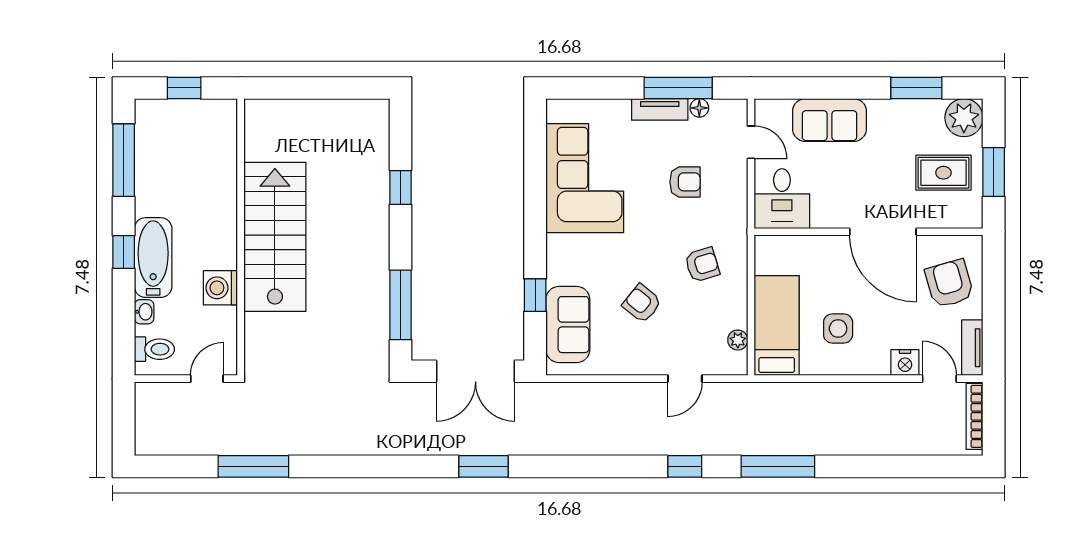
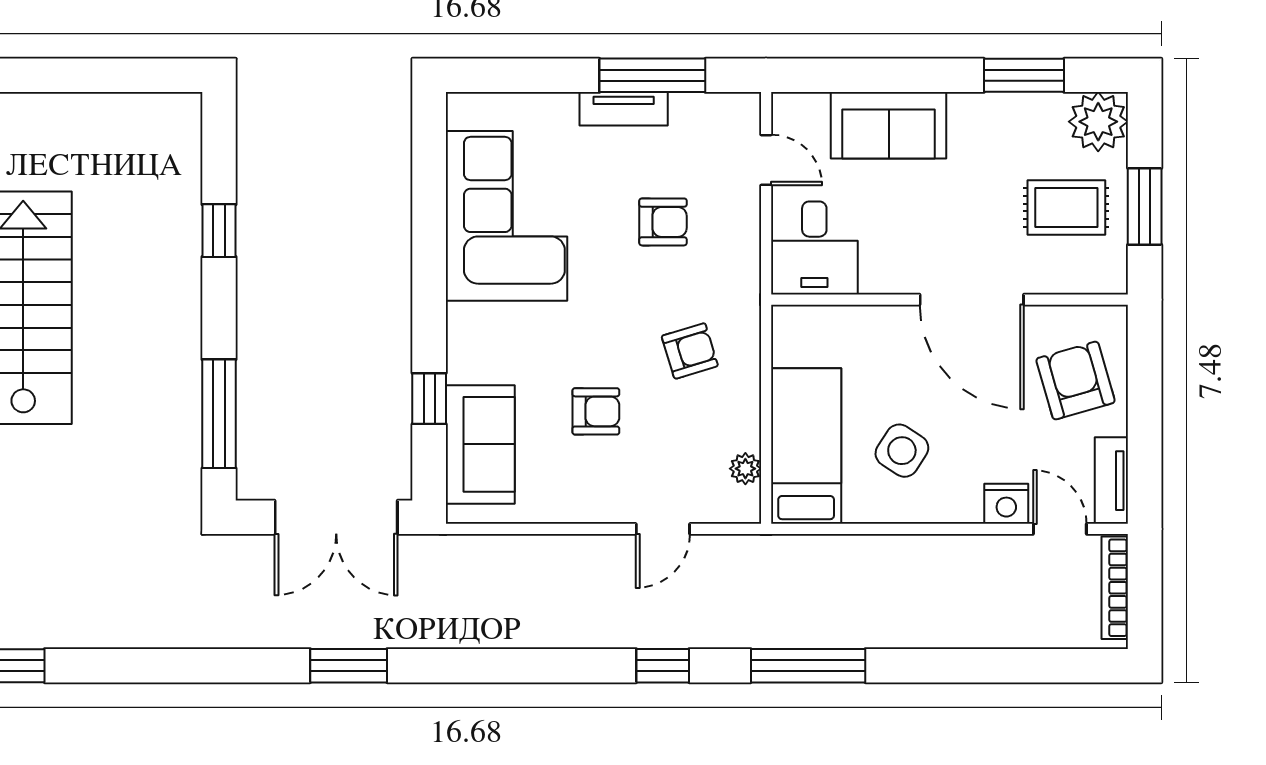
floor lamp: (699, 108) -> (685, 106), removed
armchair: (642, 303) -> (596, 411), turned 141
side table: (838, 328) -> (902, 451), turned 33

